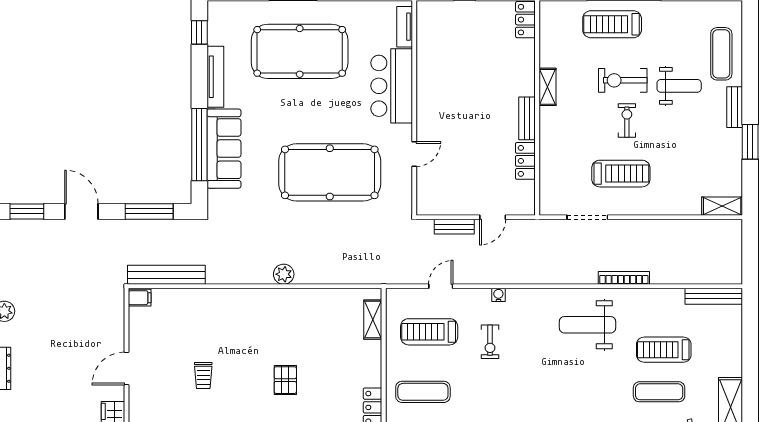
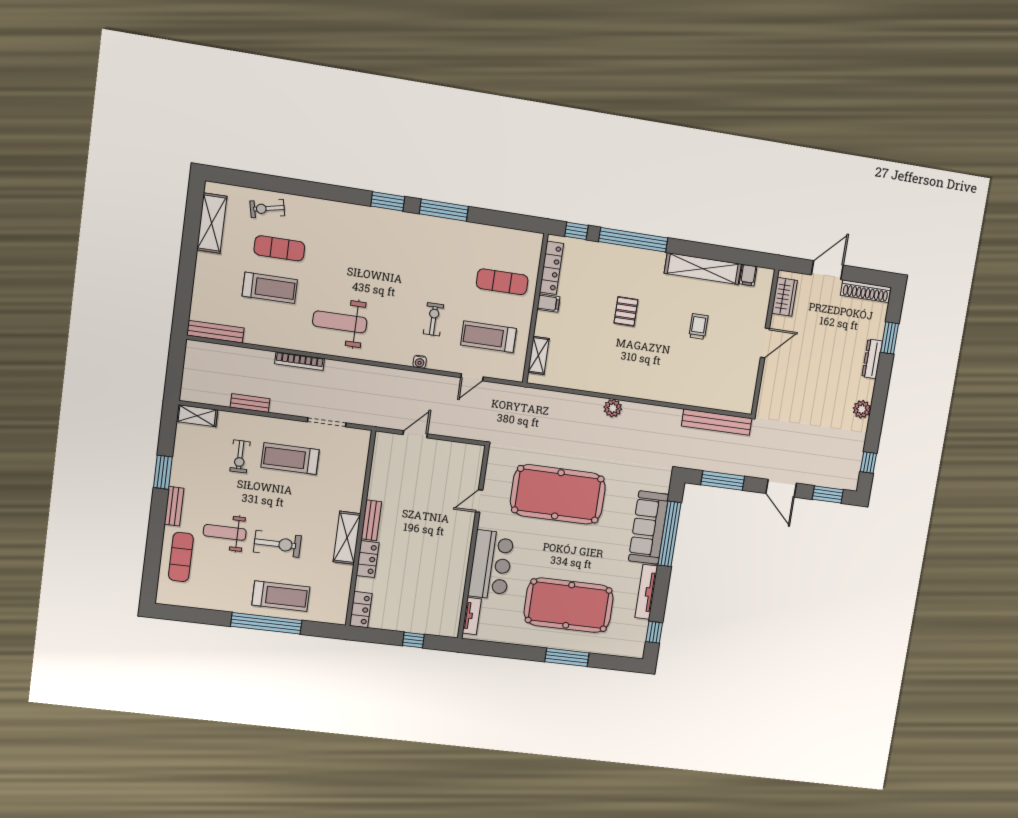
shelving: (547, 87) -> (347, 538), width x1.50, depth x1.33
exercise bike: (627, 120) -> (240, 456), moved
locker: (525, 161) -> (368, 559), moved
bench: (454, 227) -> (250, 403), moved
filing cabinet: (140, 298) -> (548, 303), moved, turned 180
weight bench: (587, 325) -> (340, 322), turned 180
treadmill: (429, 332) -> (489, 337), turned 180

